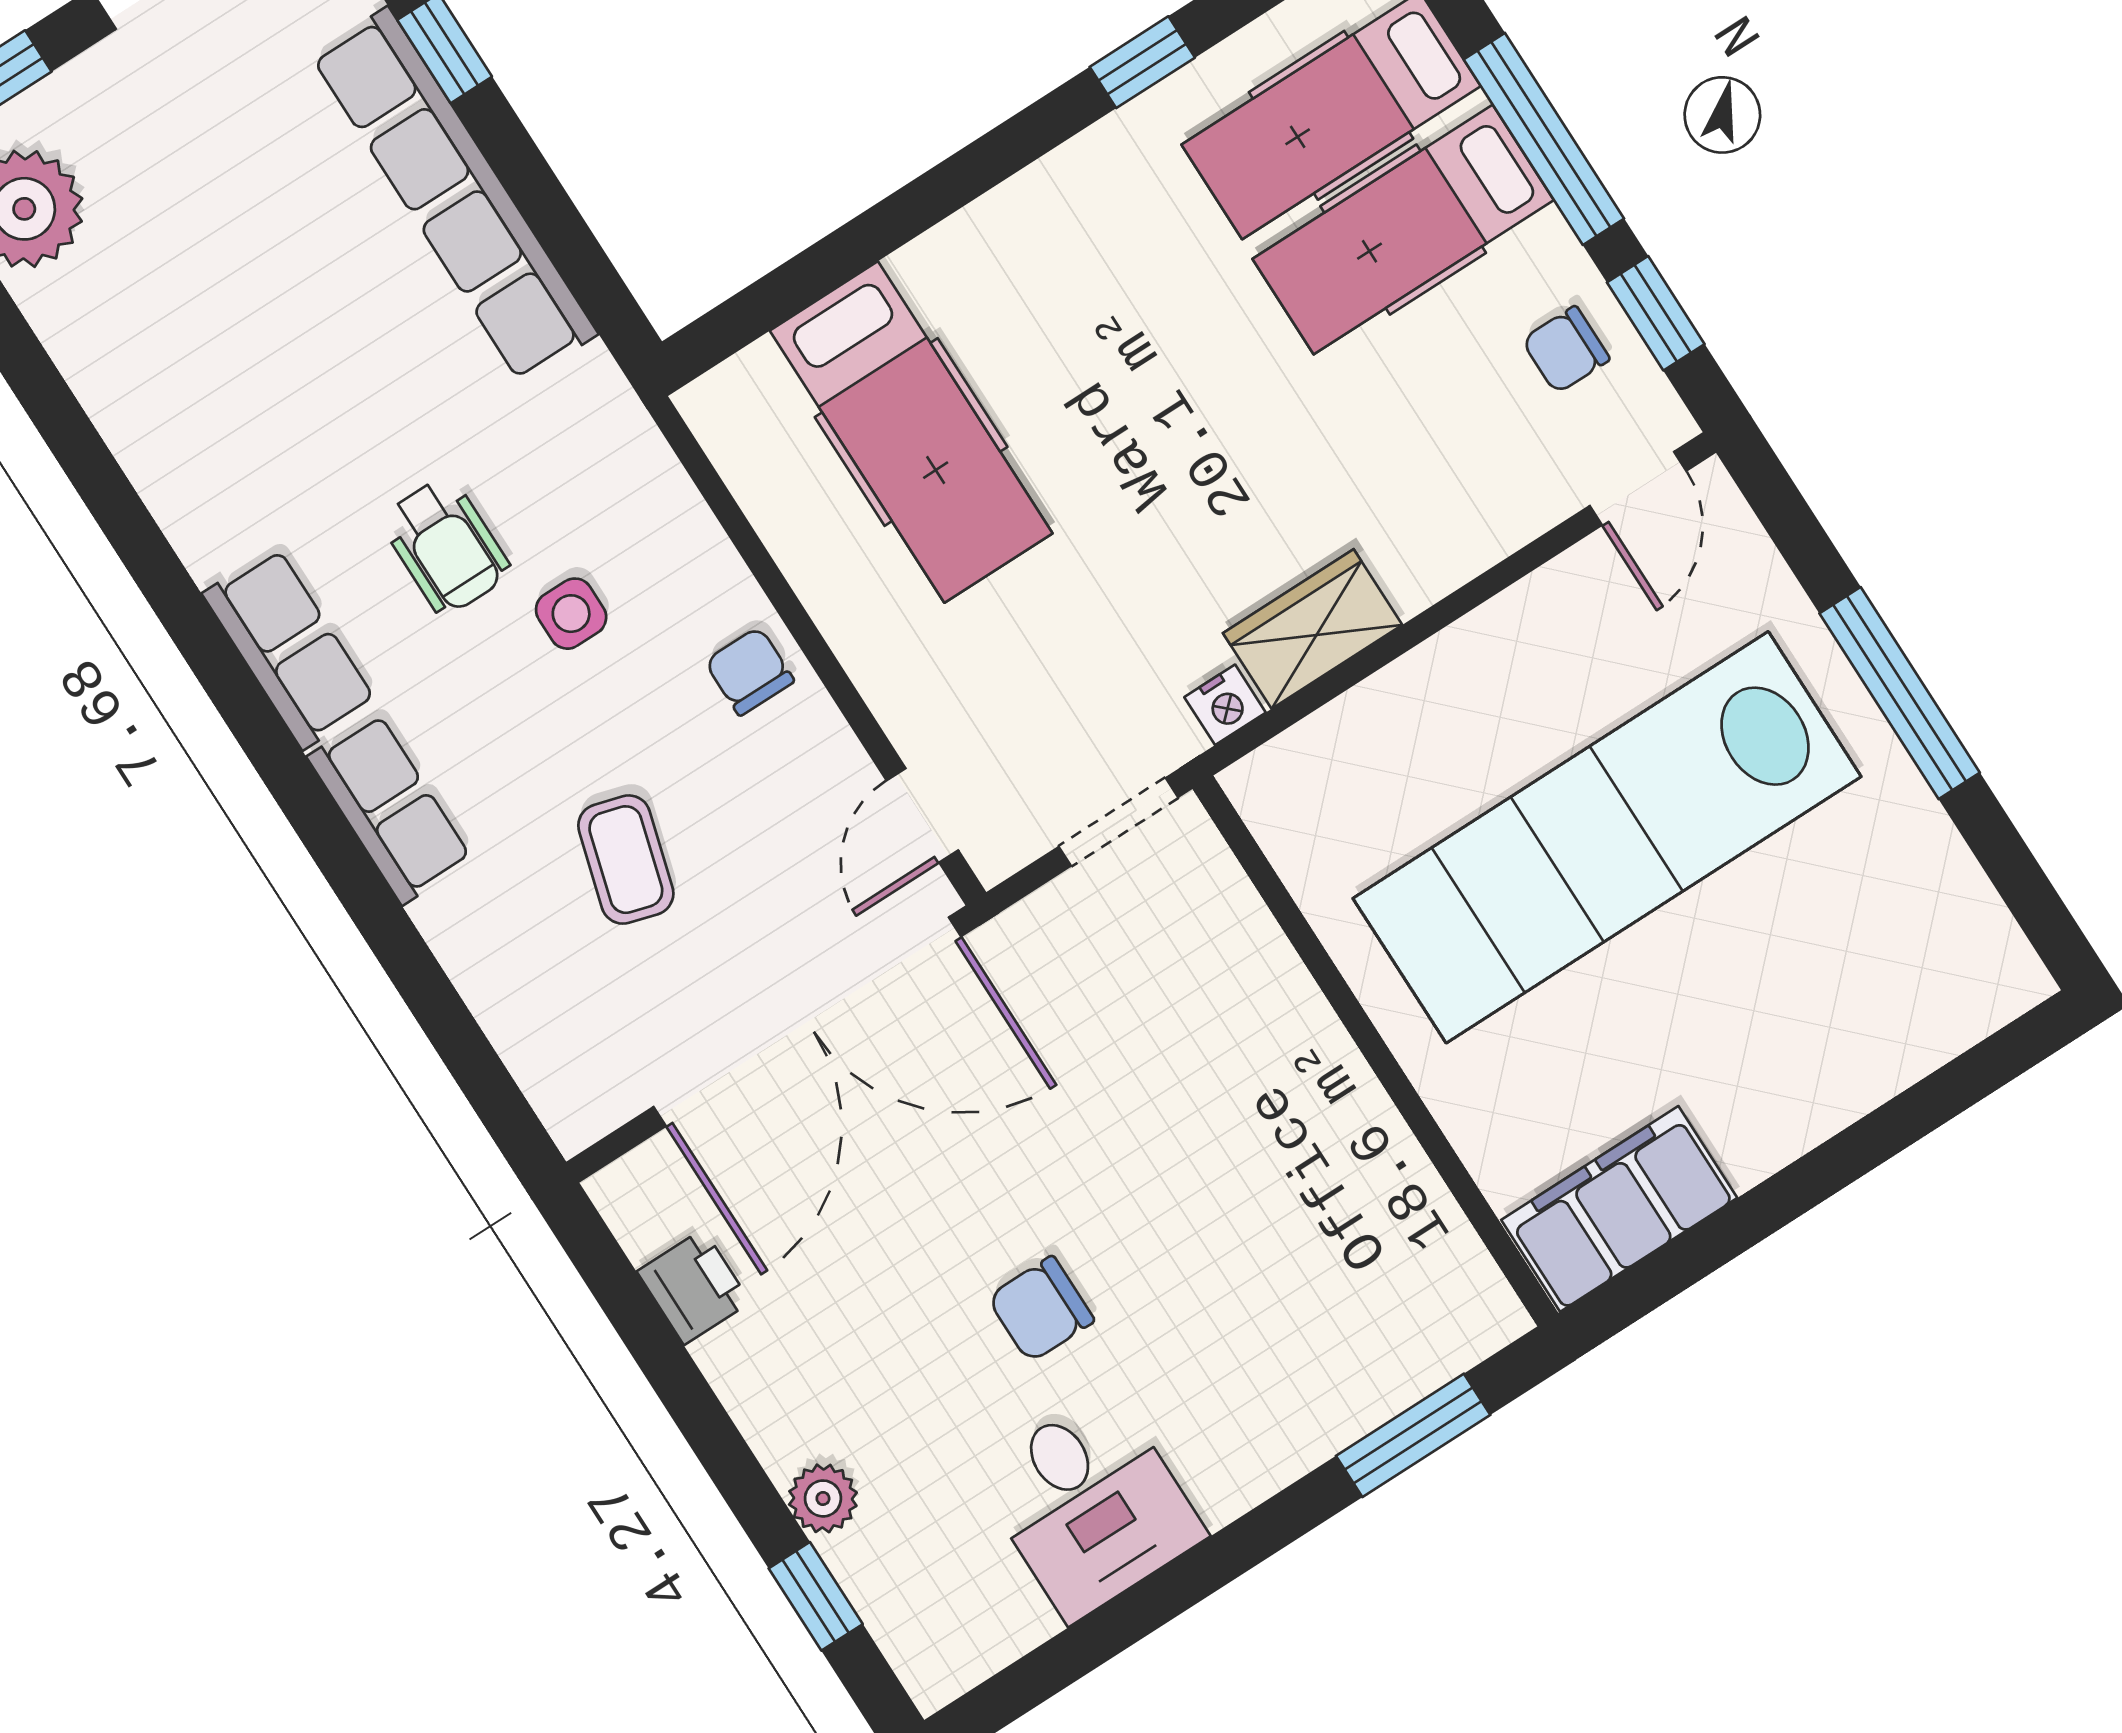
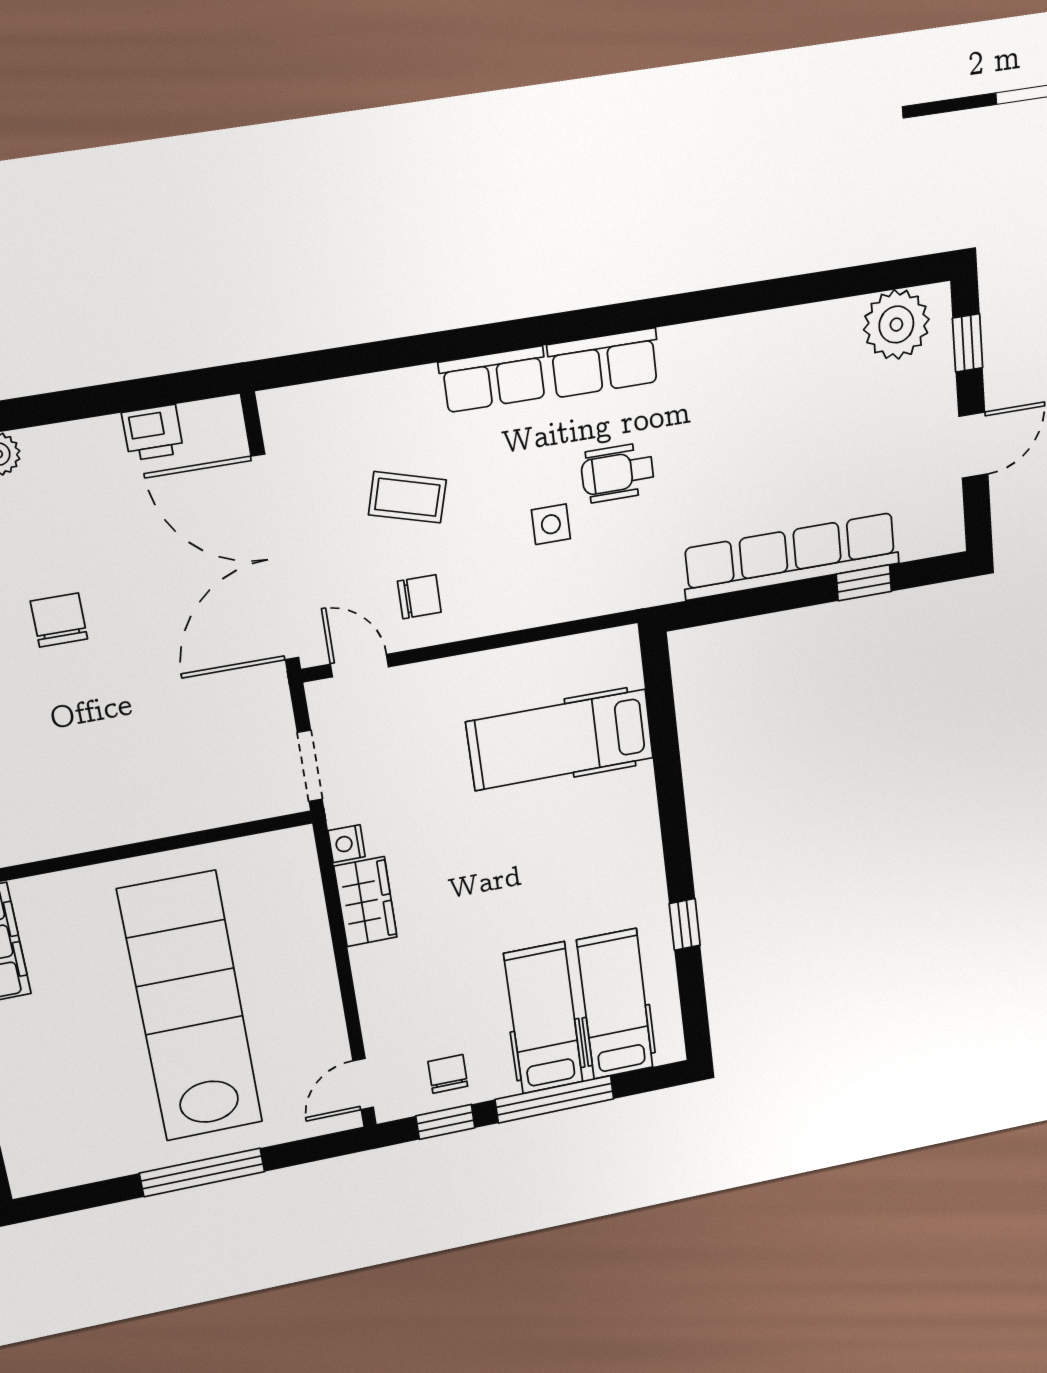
door: (1638, 488) -> (363, 1084), hinge flipped
chair: (750, 671) -> (419, 597), moved

